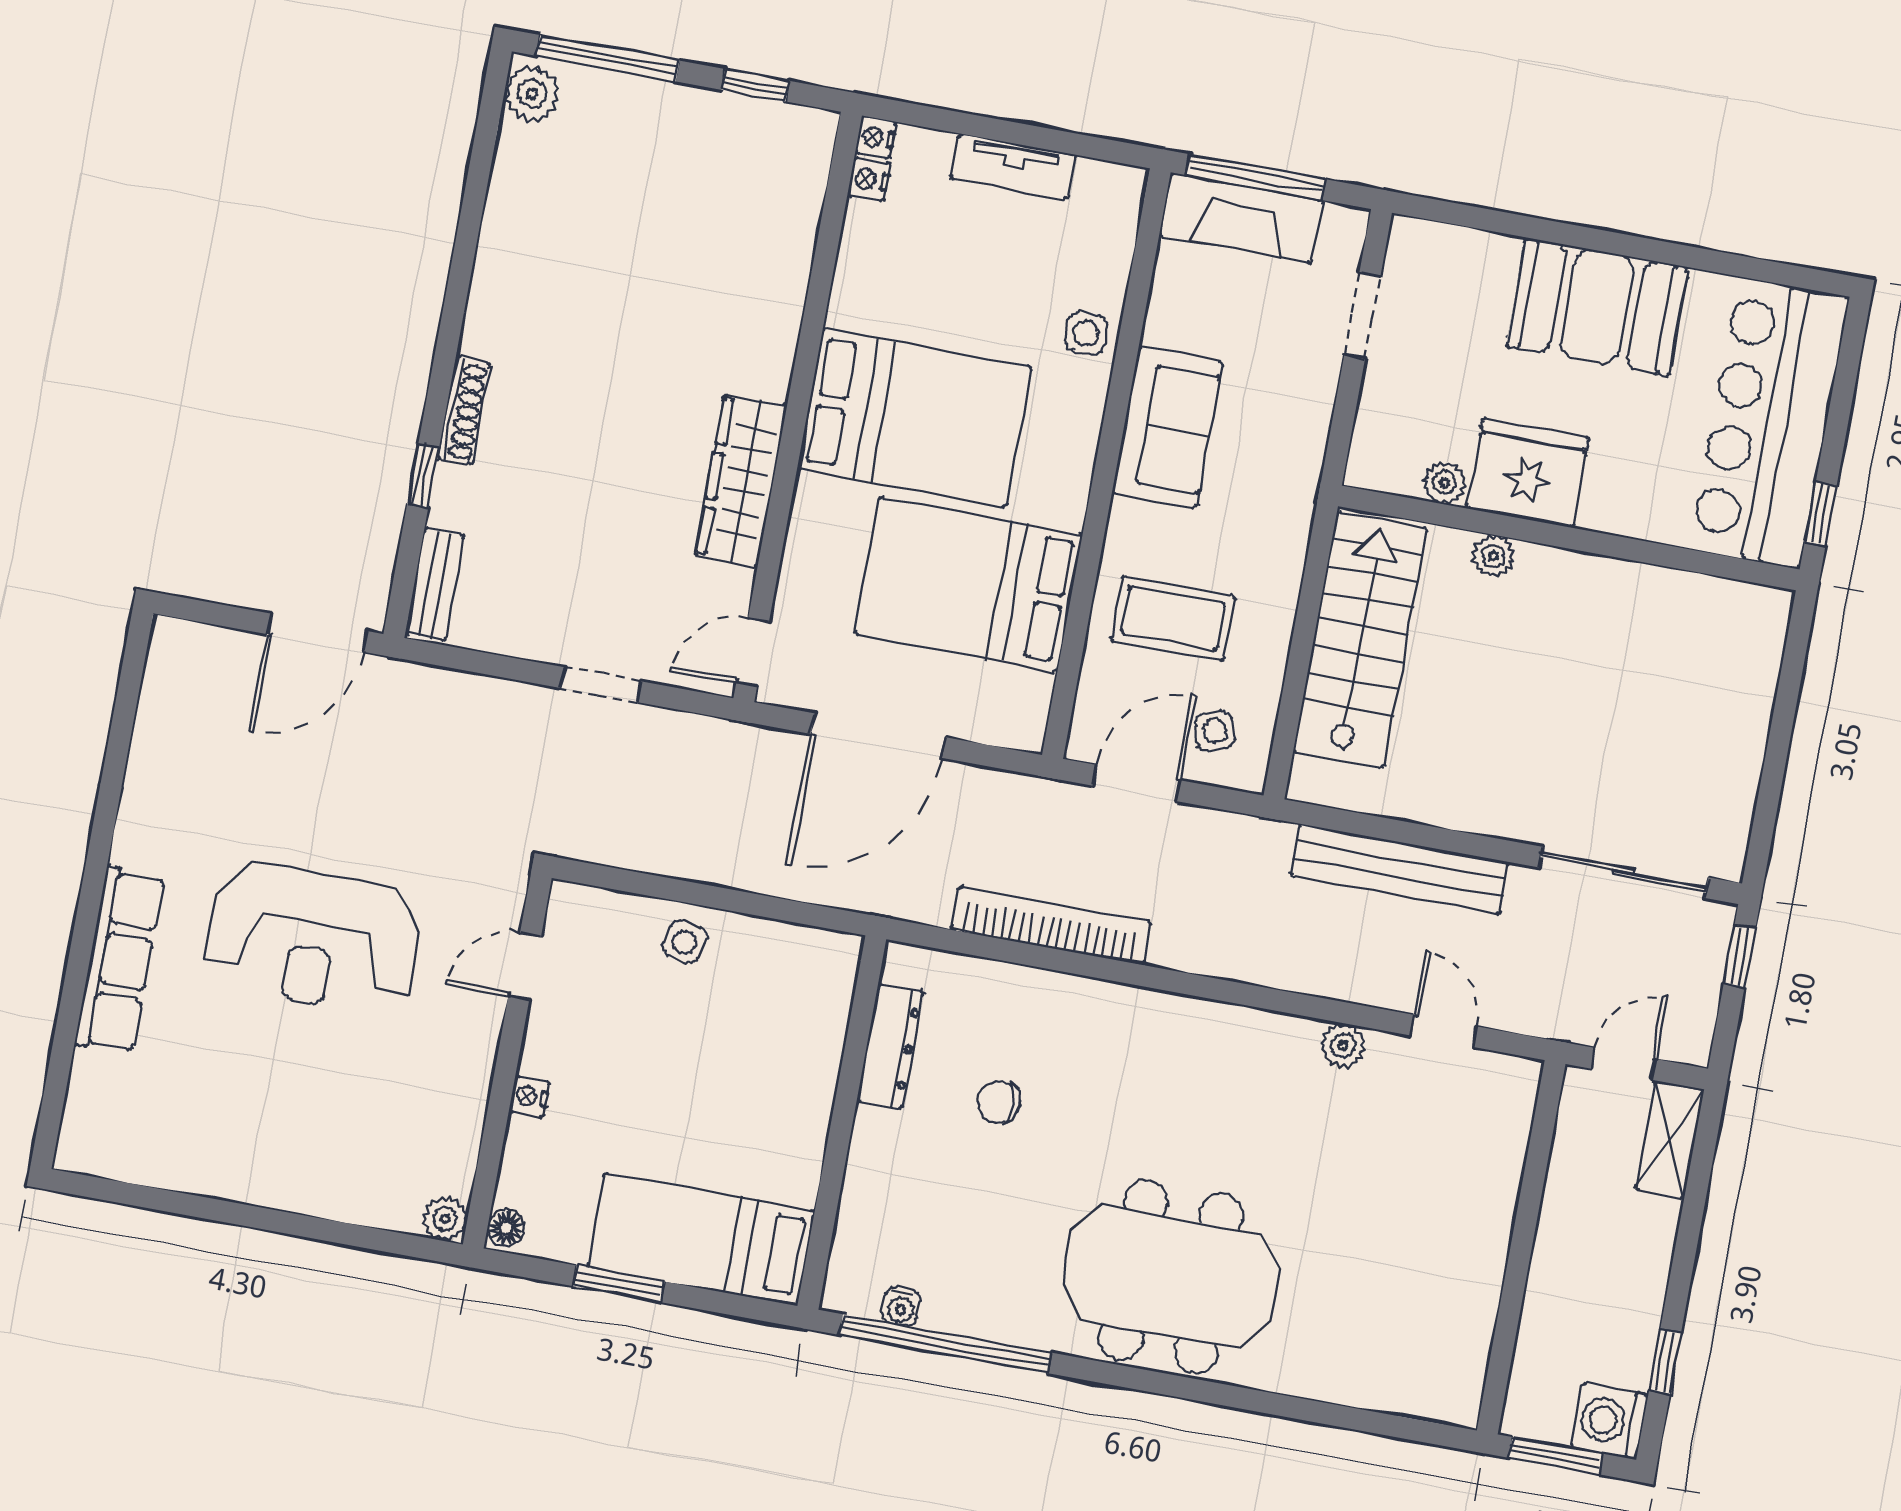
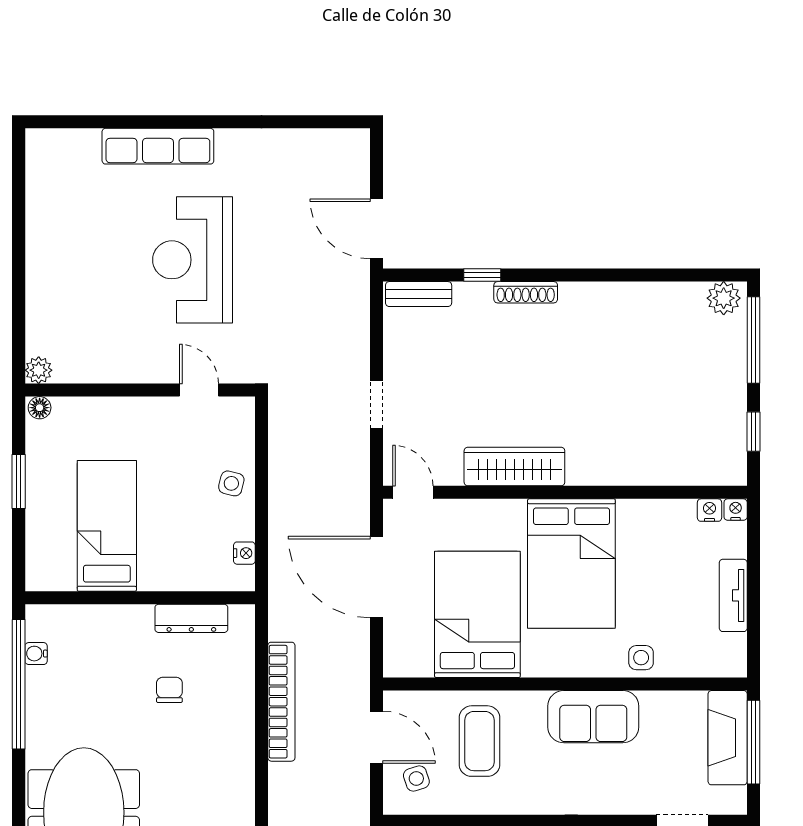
nightstand: (529, 1096) -> (244, 553), moved, turned 90
bed: (701, 1239) -> (107, 526), moved

